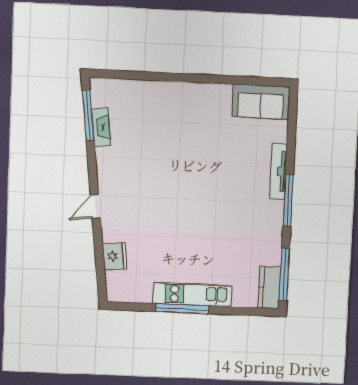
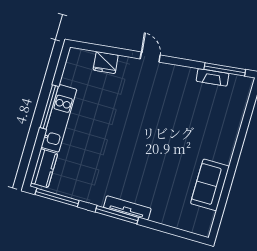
sofa: (261, 102) -> (210, 185), moved
tv unit: (278, 171) -> (127, 208), moved
kitchen counter: (269, 287) -> (44, 168), moved, turned 90

